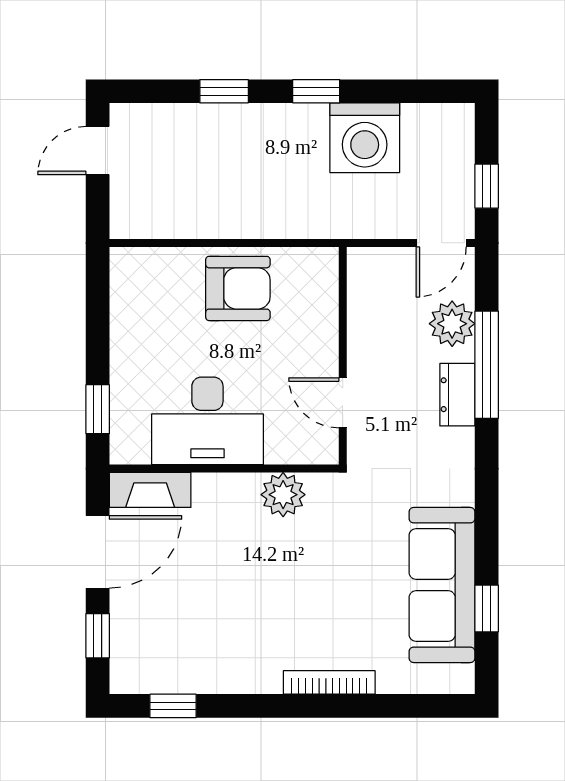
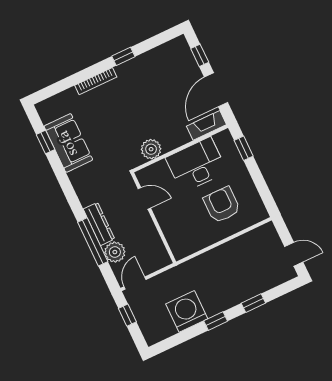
door: (98, 151) -> (294, 254), hinge flipped
armchair: (238, 288) -> (222, 205), moved, turned 90
dresser: (457, 395) -> (99, 224), width x1.44
sofa: (442, 585) -> (68, 143), width x0.73
window: (173, 706) -> (123, 56), moved

